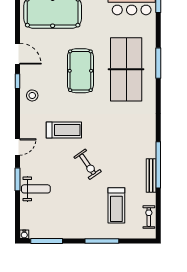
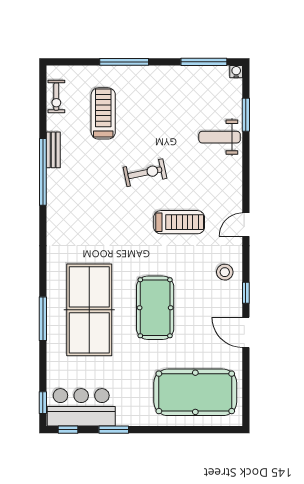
treadmill: (64, 130) -> (179, 222), turned 180
door: (18, 147) -> (246, 225), moved
exercise bike: (88, 164) -> (145, 173), turned 113
bench: (151, 176) -> (53, 150), width x0.73
window: (18, 179) -> (246, 115), moved

